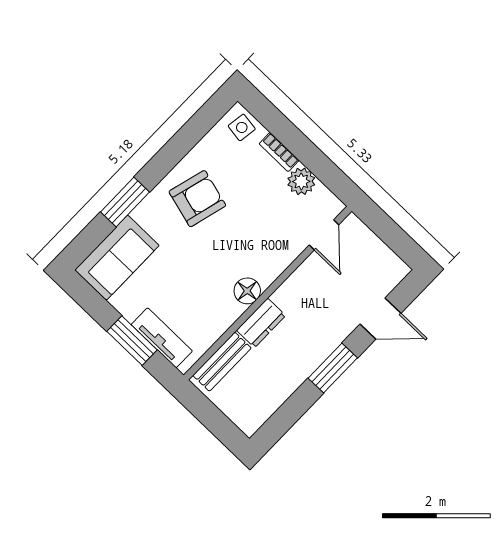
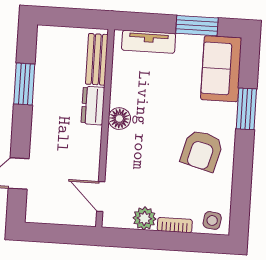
window: (132, 341) -> (197, 26), moved
window: (333, 368) -> (24, 84), moved

